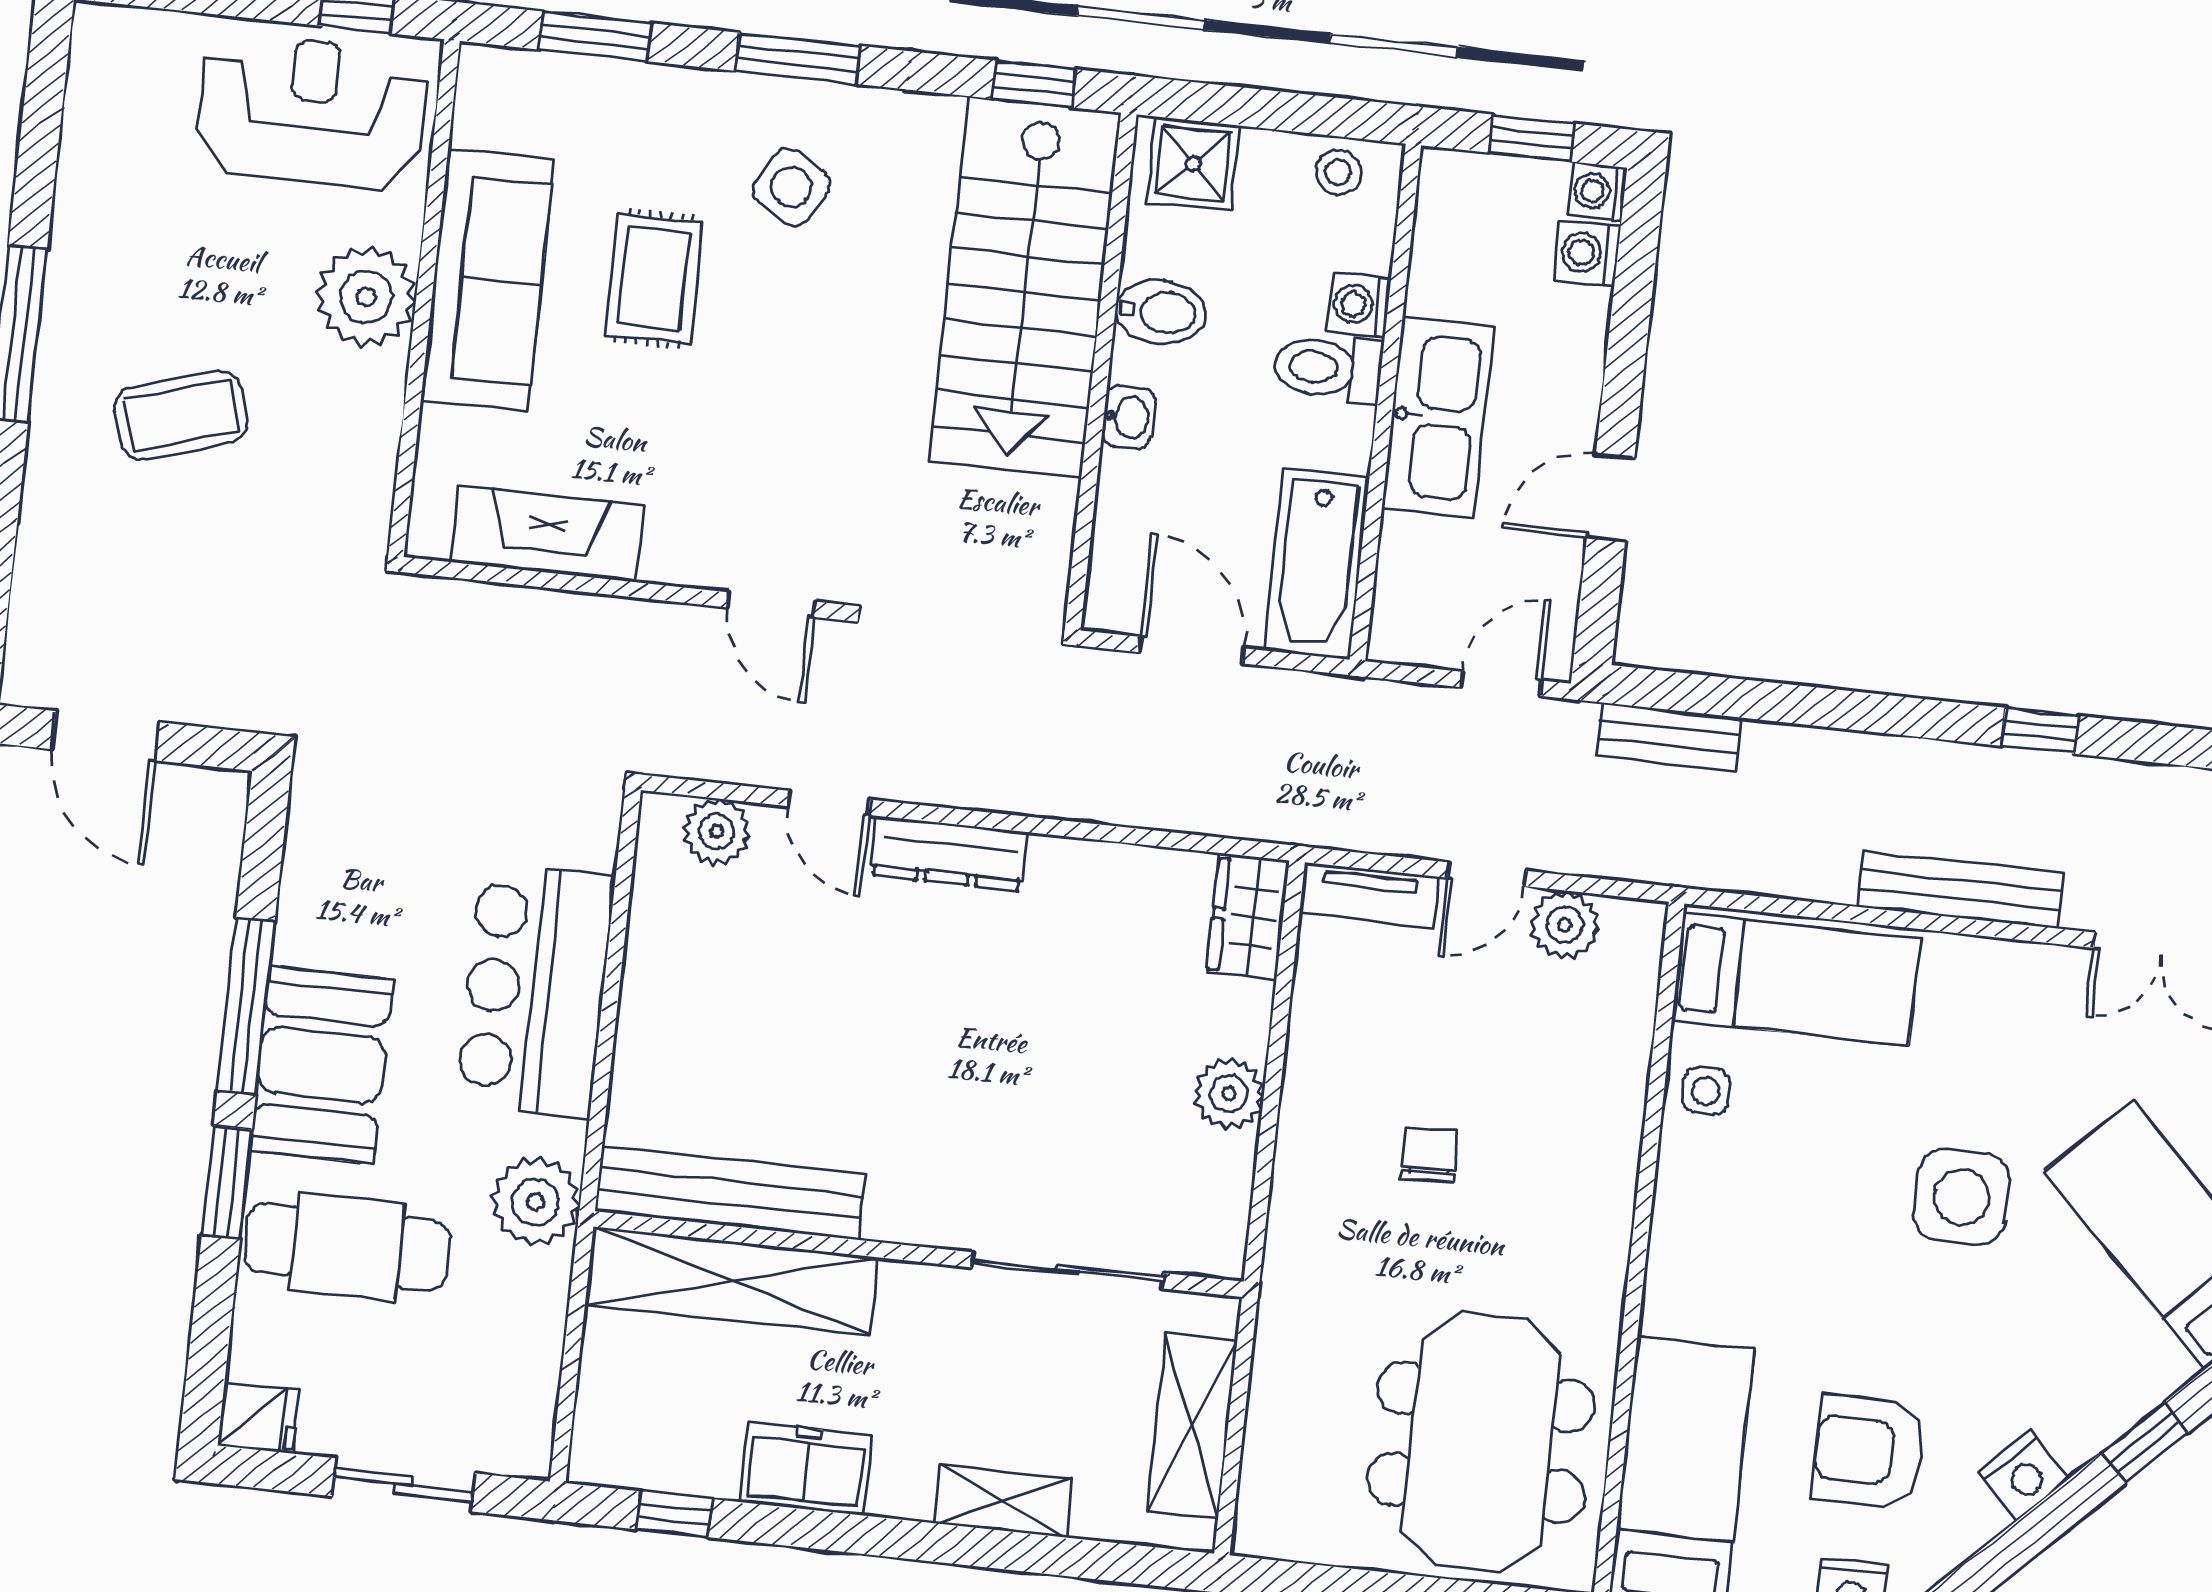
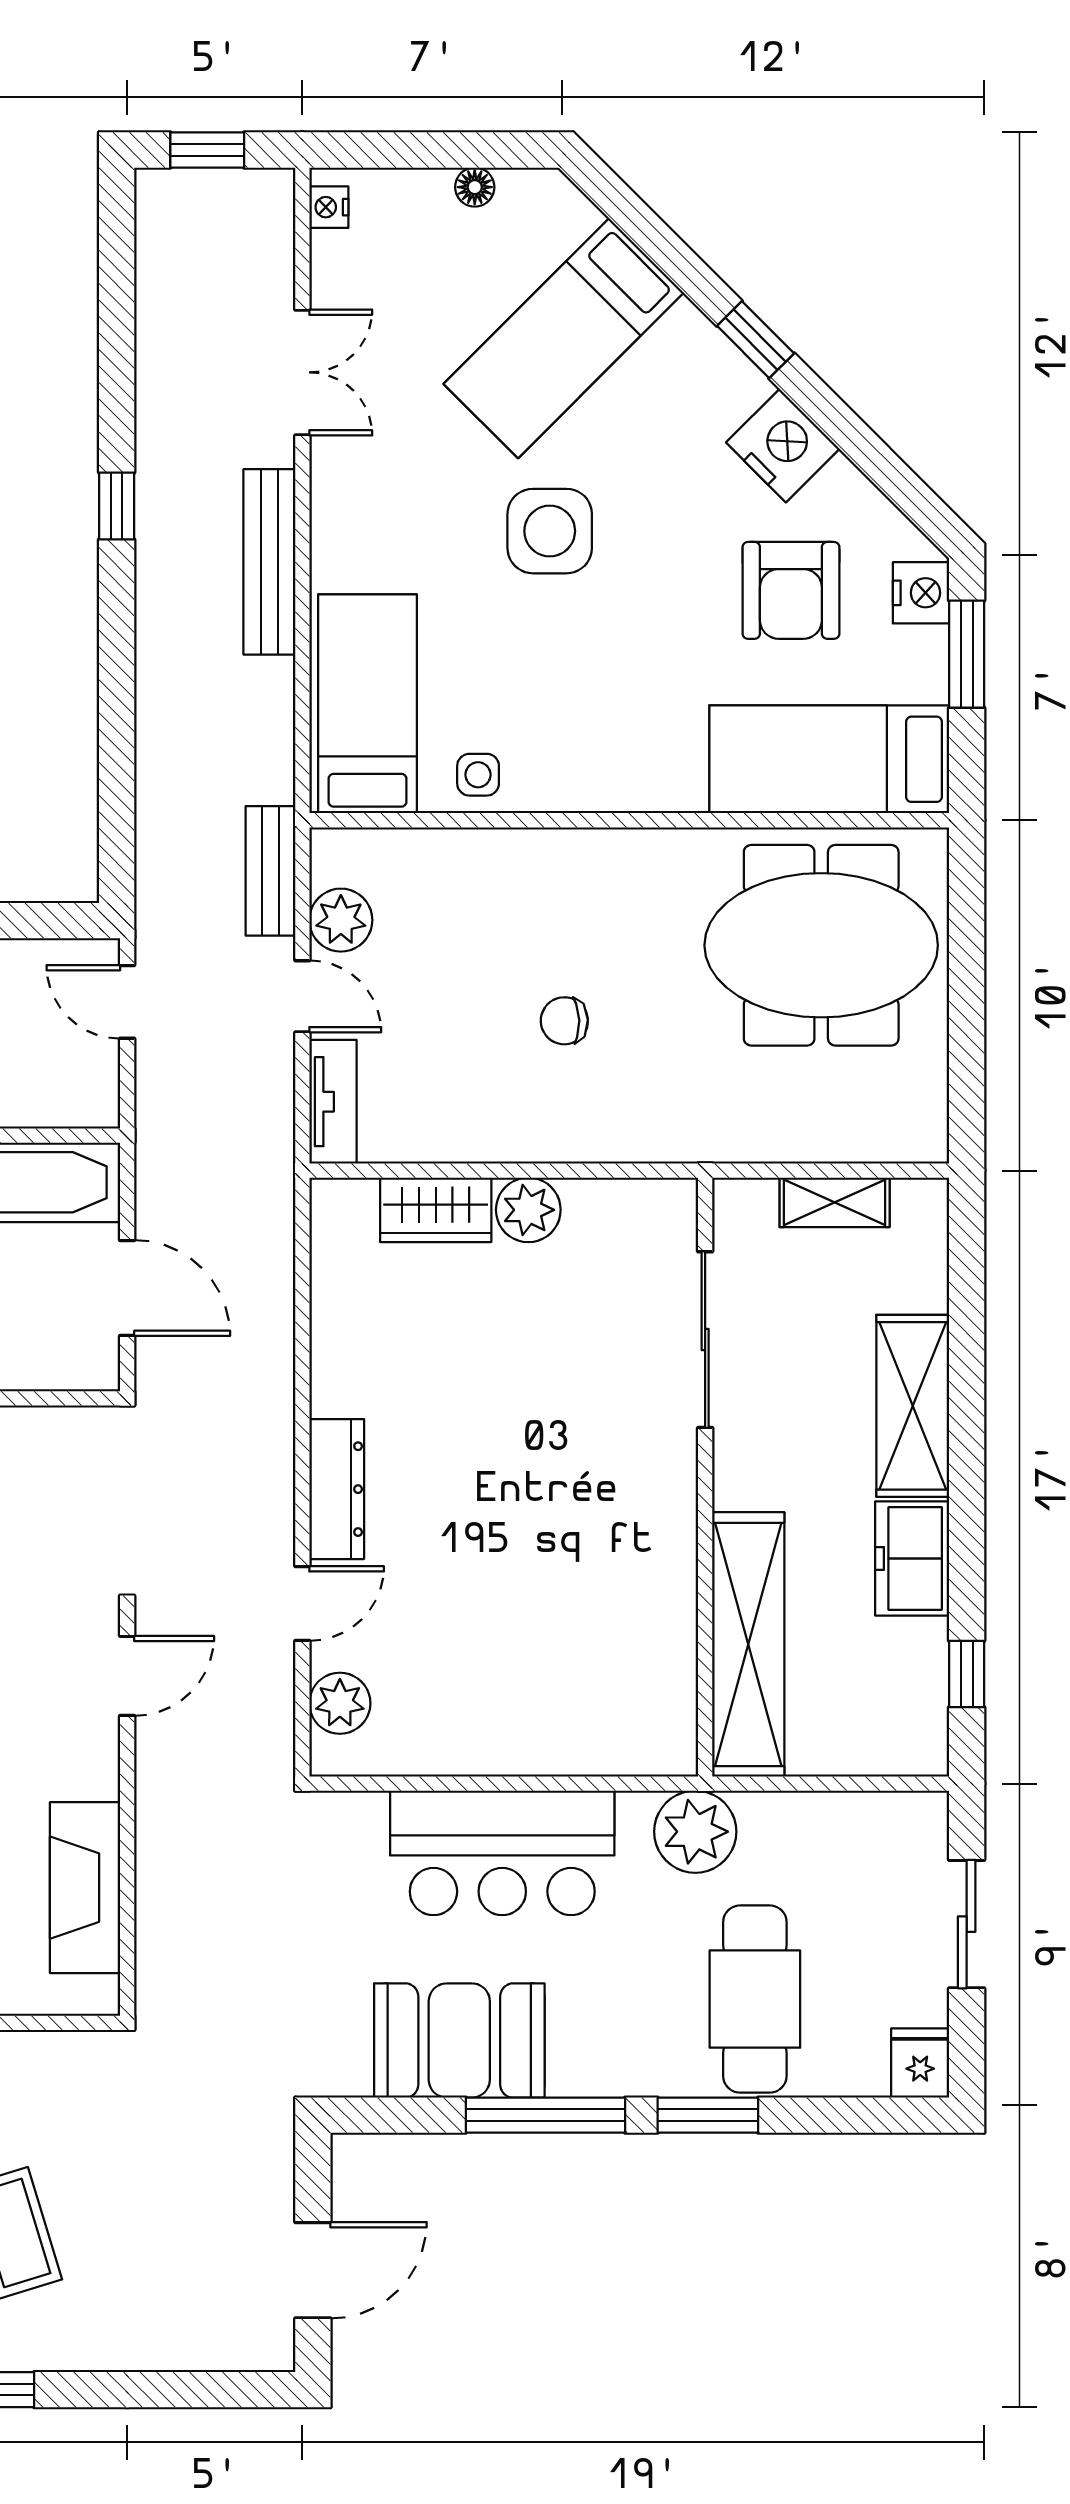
door: (1191, 650) -> (127, 1288), swing flipped
bench: (1669, 737) -> (271, 871), moved
wardrobe: (1248, 917) -> (436, 1210), moved
booth: (321, 1065) -> (459, 2041), moved
bench: (730, 1193) -> (668, 1655), removed
shelving: (1192, 1426) -> (835, 1202), width x0.67, depth x0.75
nightstand: (2024, 1475) -> (783, 446), width x1.36, depth x1.33
shelving: (1003, 1501) -> (913, 1406), width x1.50, depth x1.33

